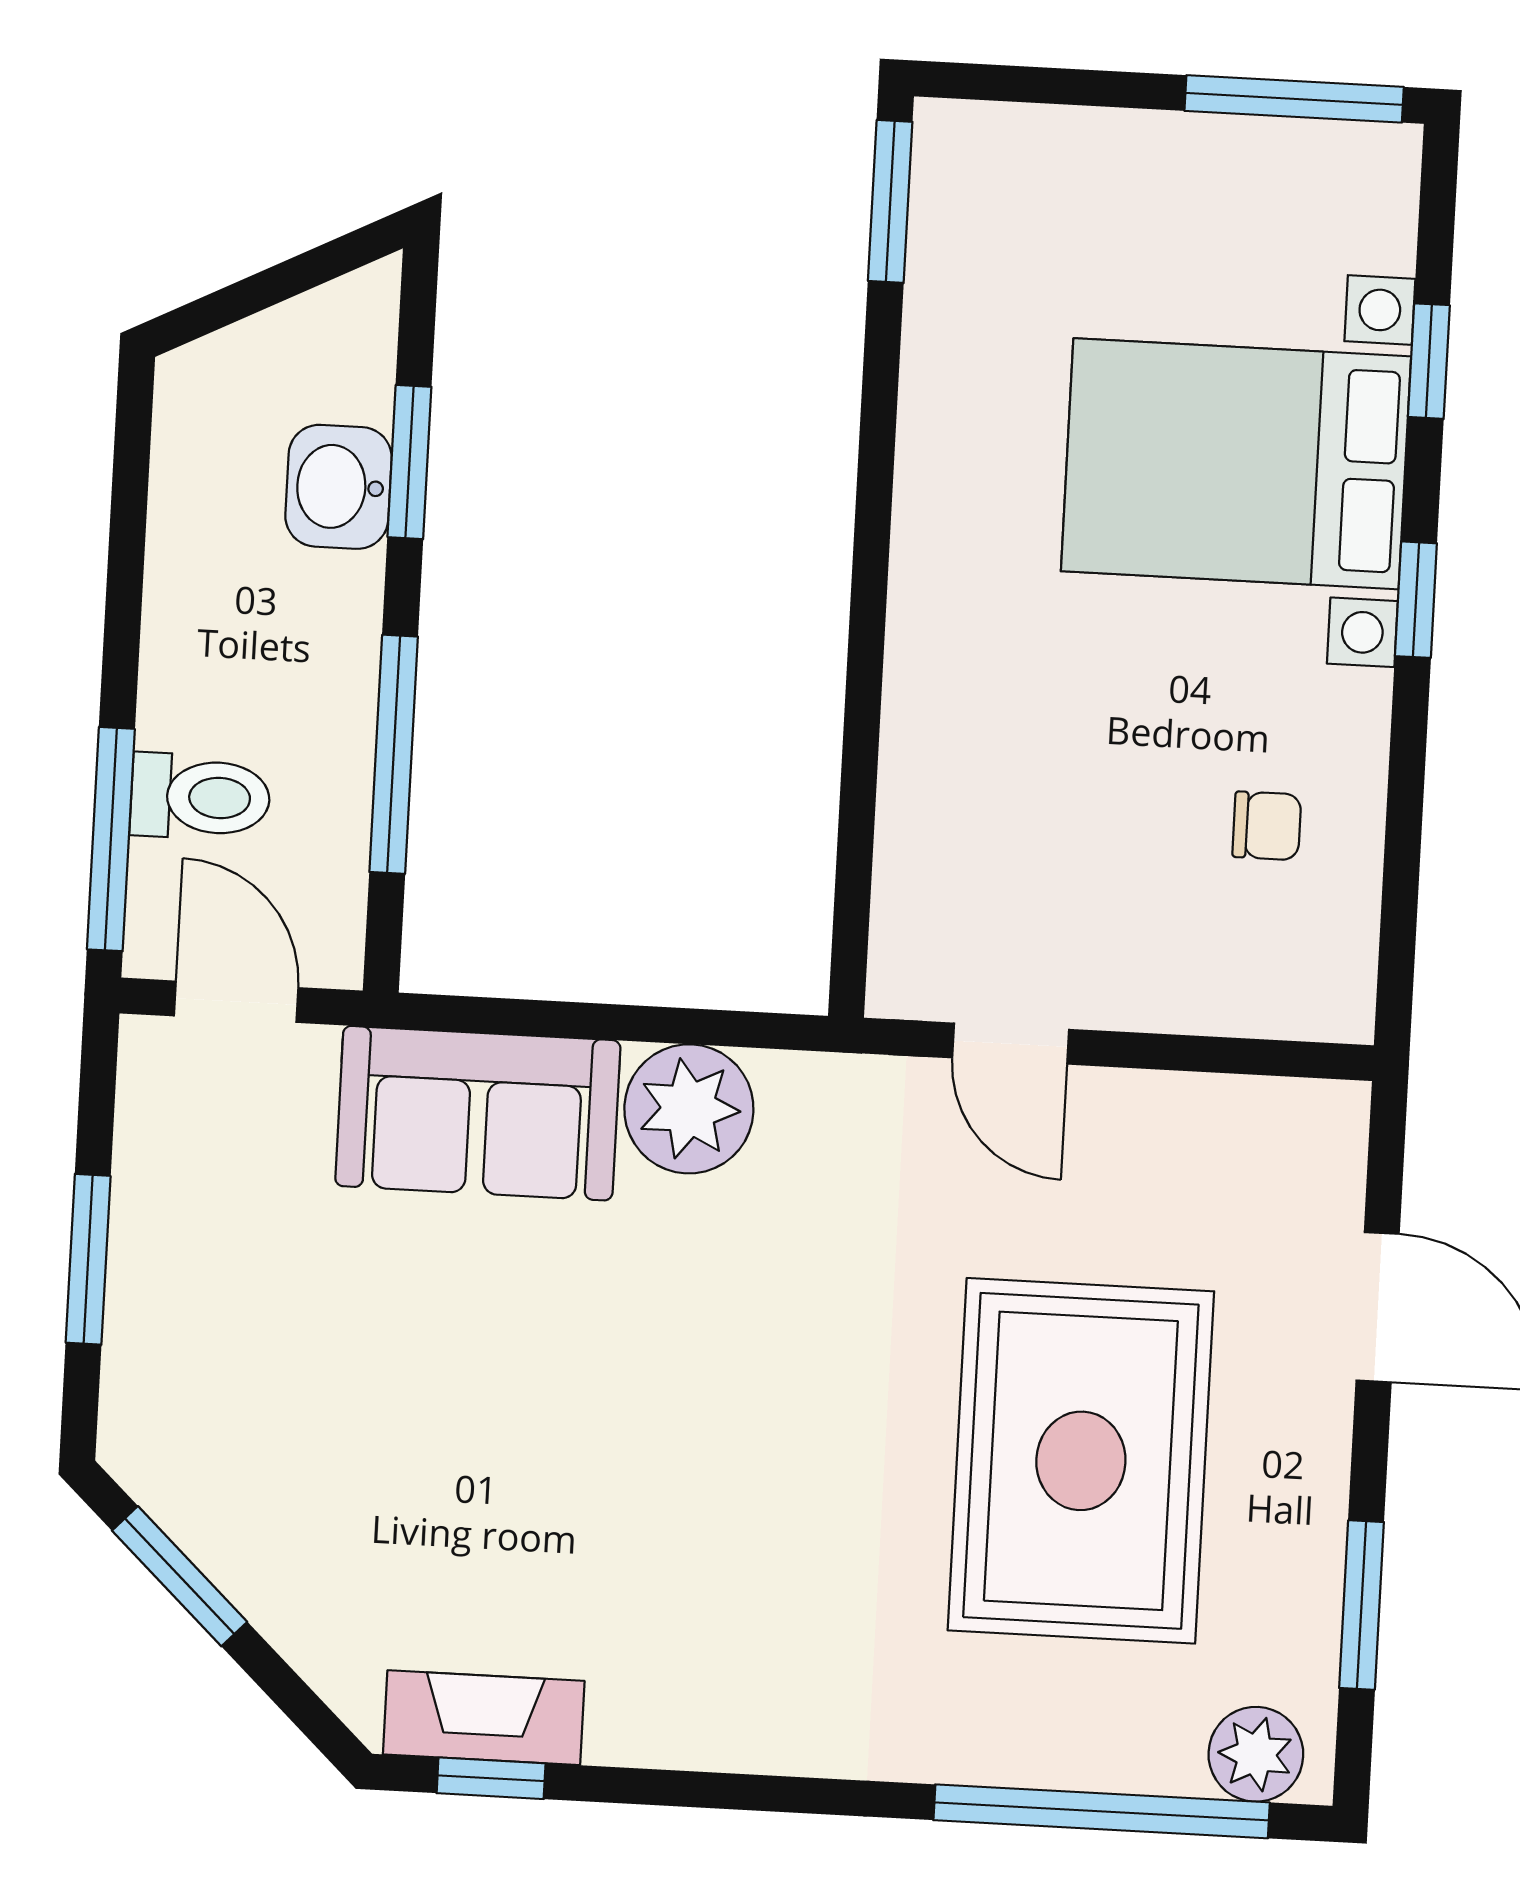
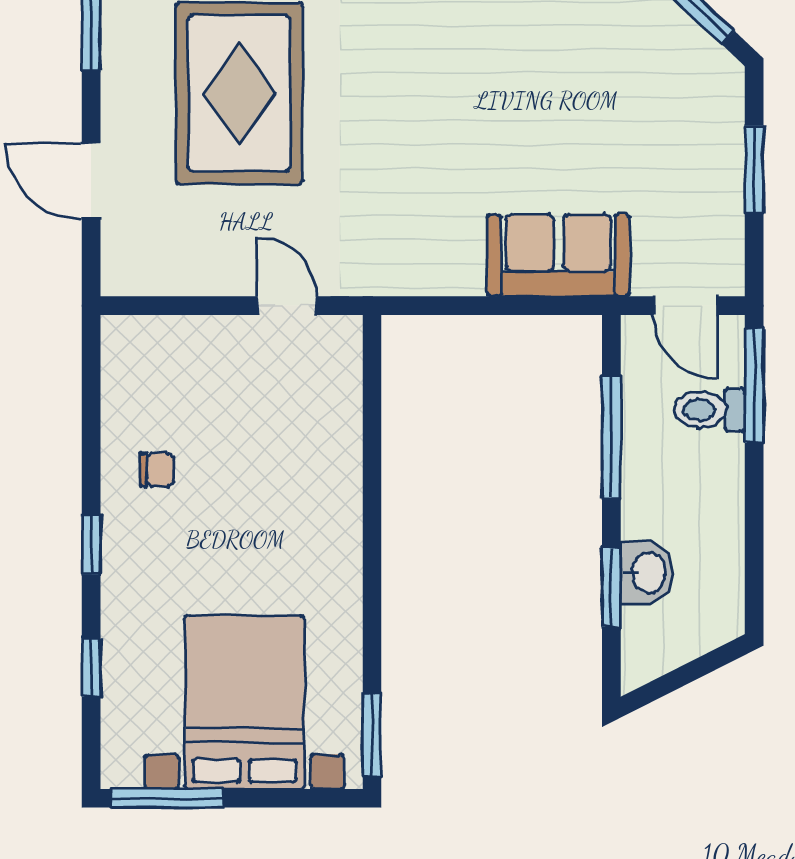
bed with nightstands: (1236, 464) -> (244, 702), moved, turned -90
chair: (1267, 826) -> (157, 470), moved, turned 180
plant: (689, 1109) -> (450, 263), removed

